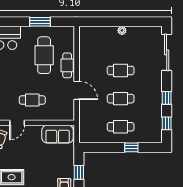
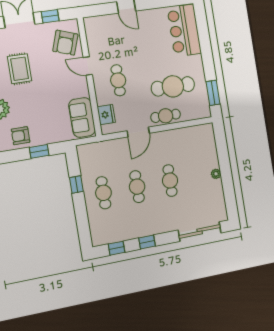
window: (40, 22) -> (213, 93), moved
fridge: (58, 114) -> (106, 115), added
window: (131, 147) -> (76, 184), moved

